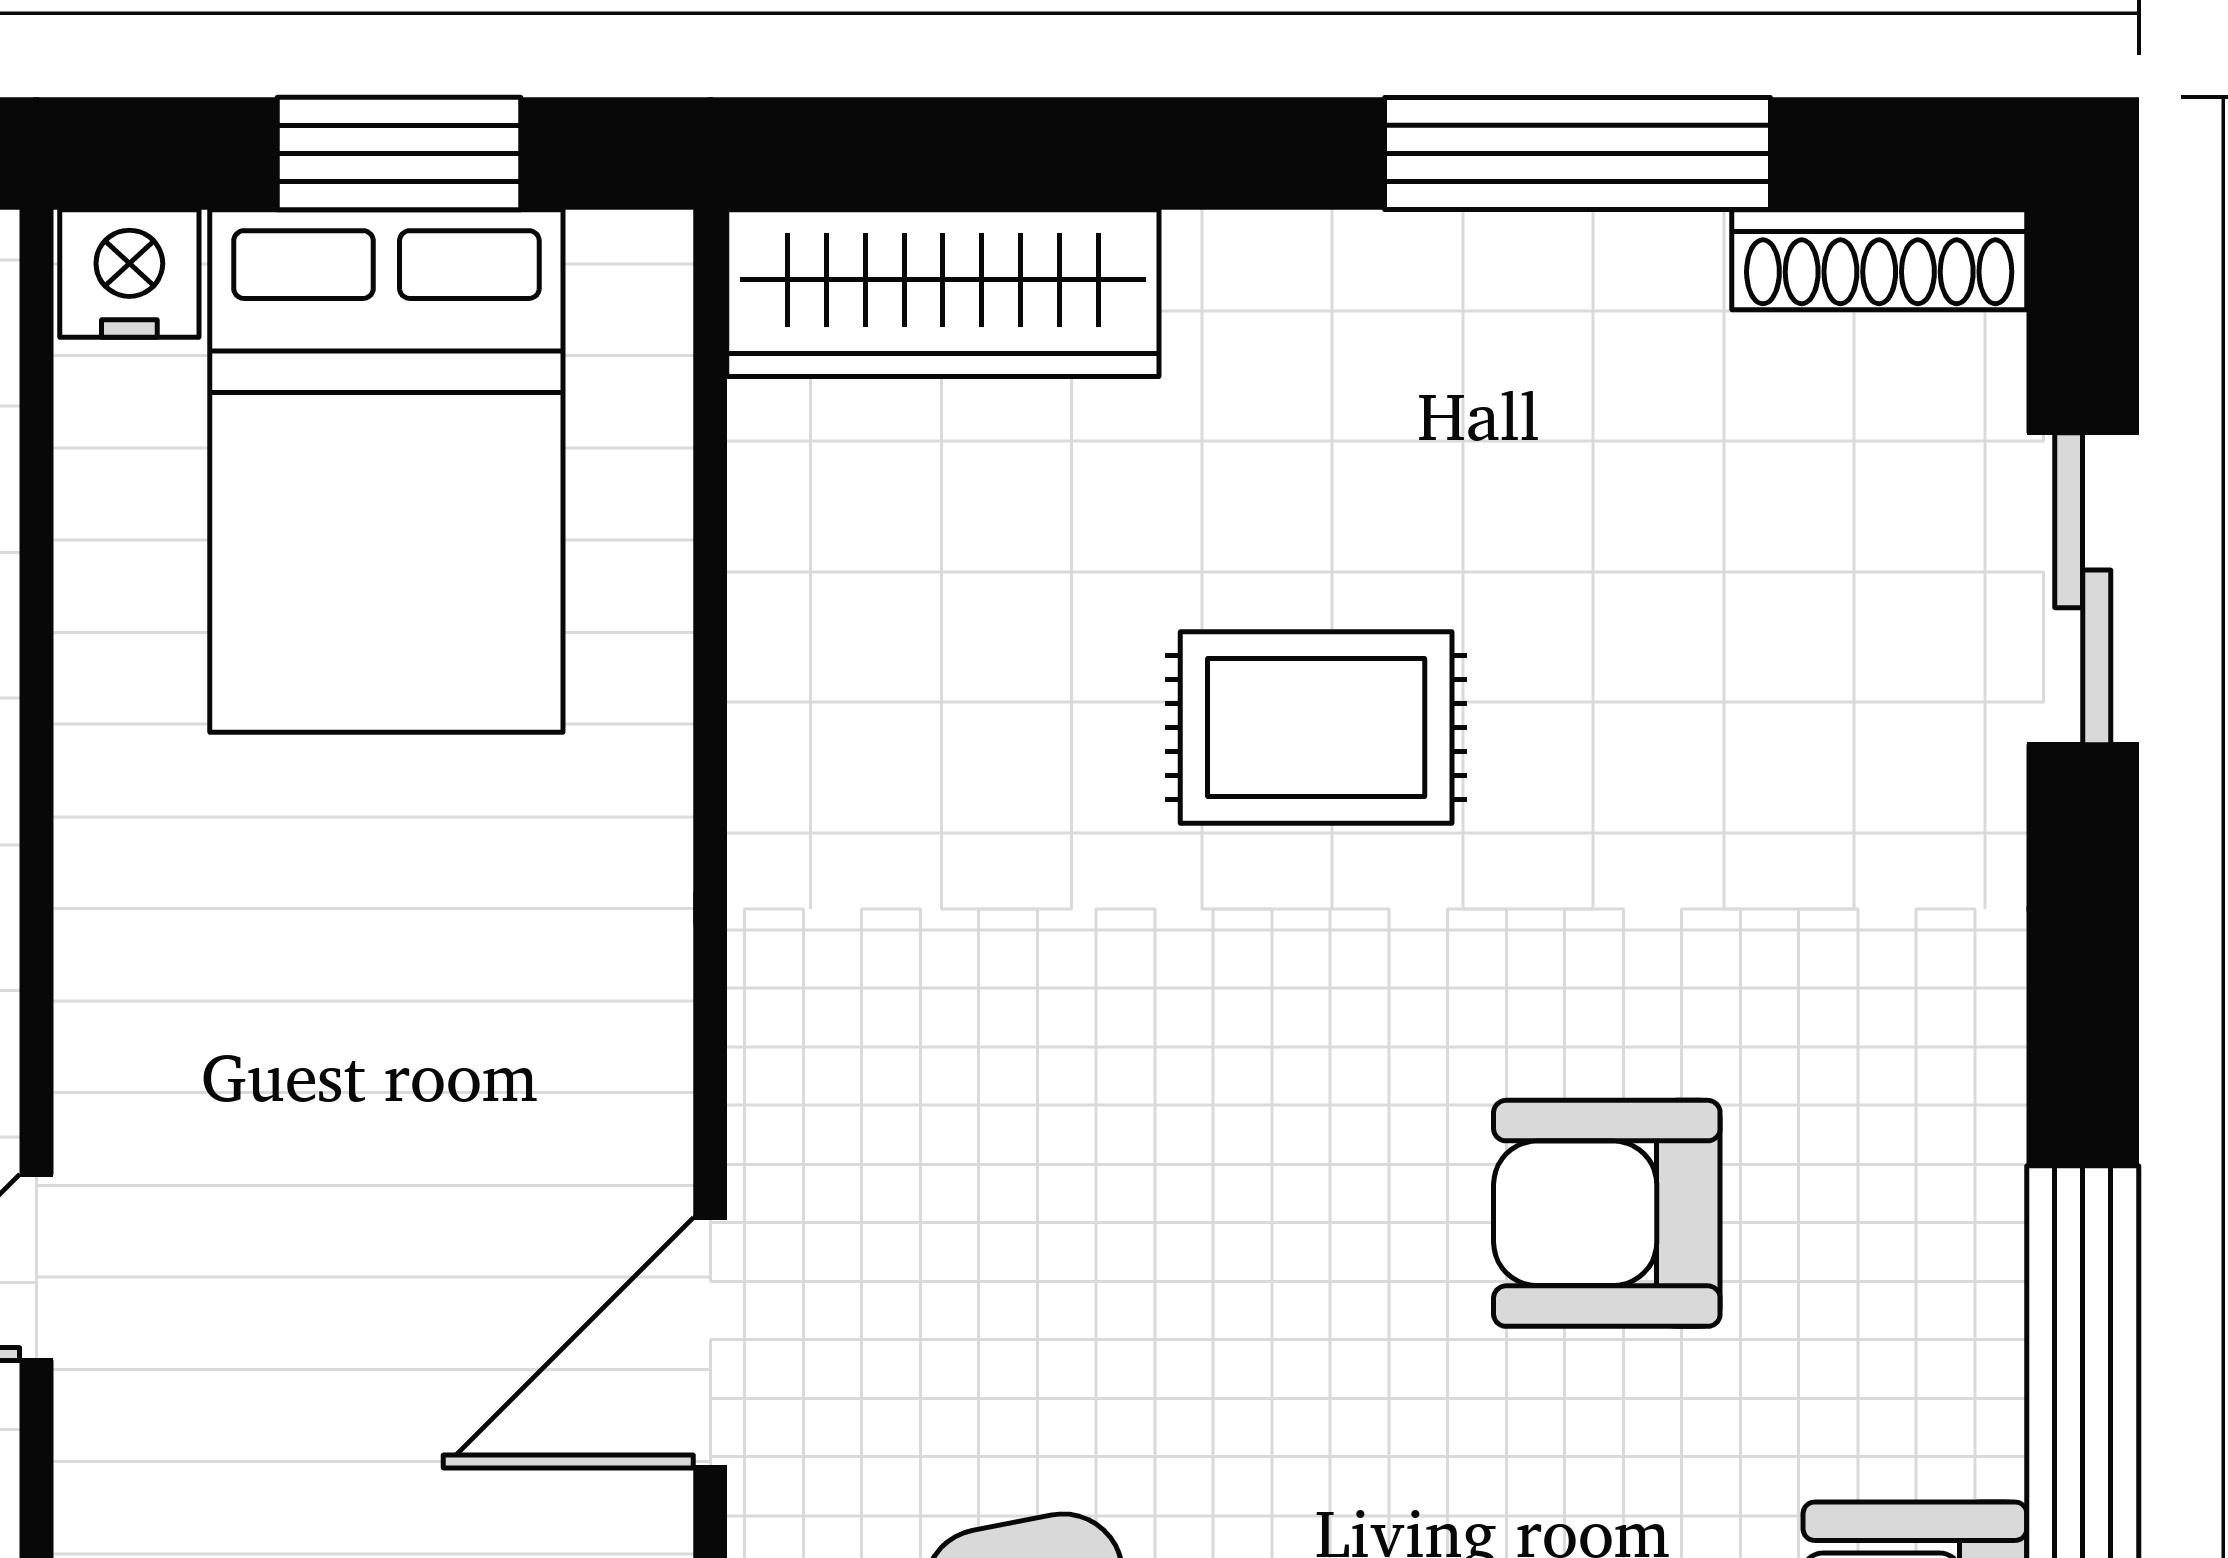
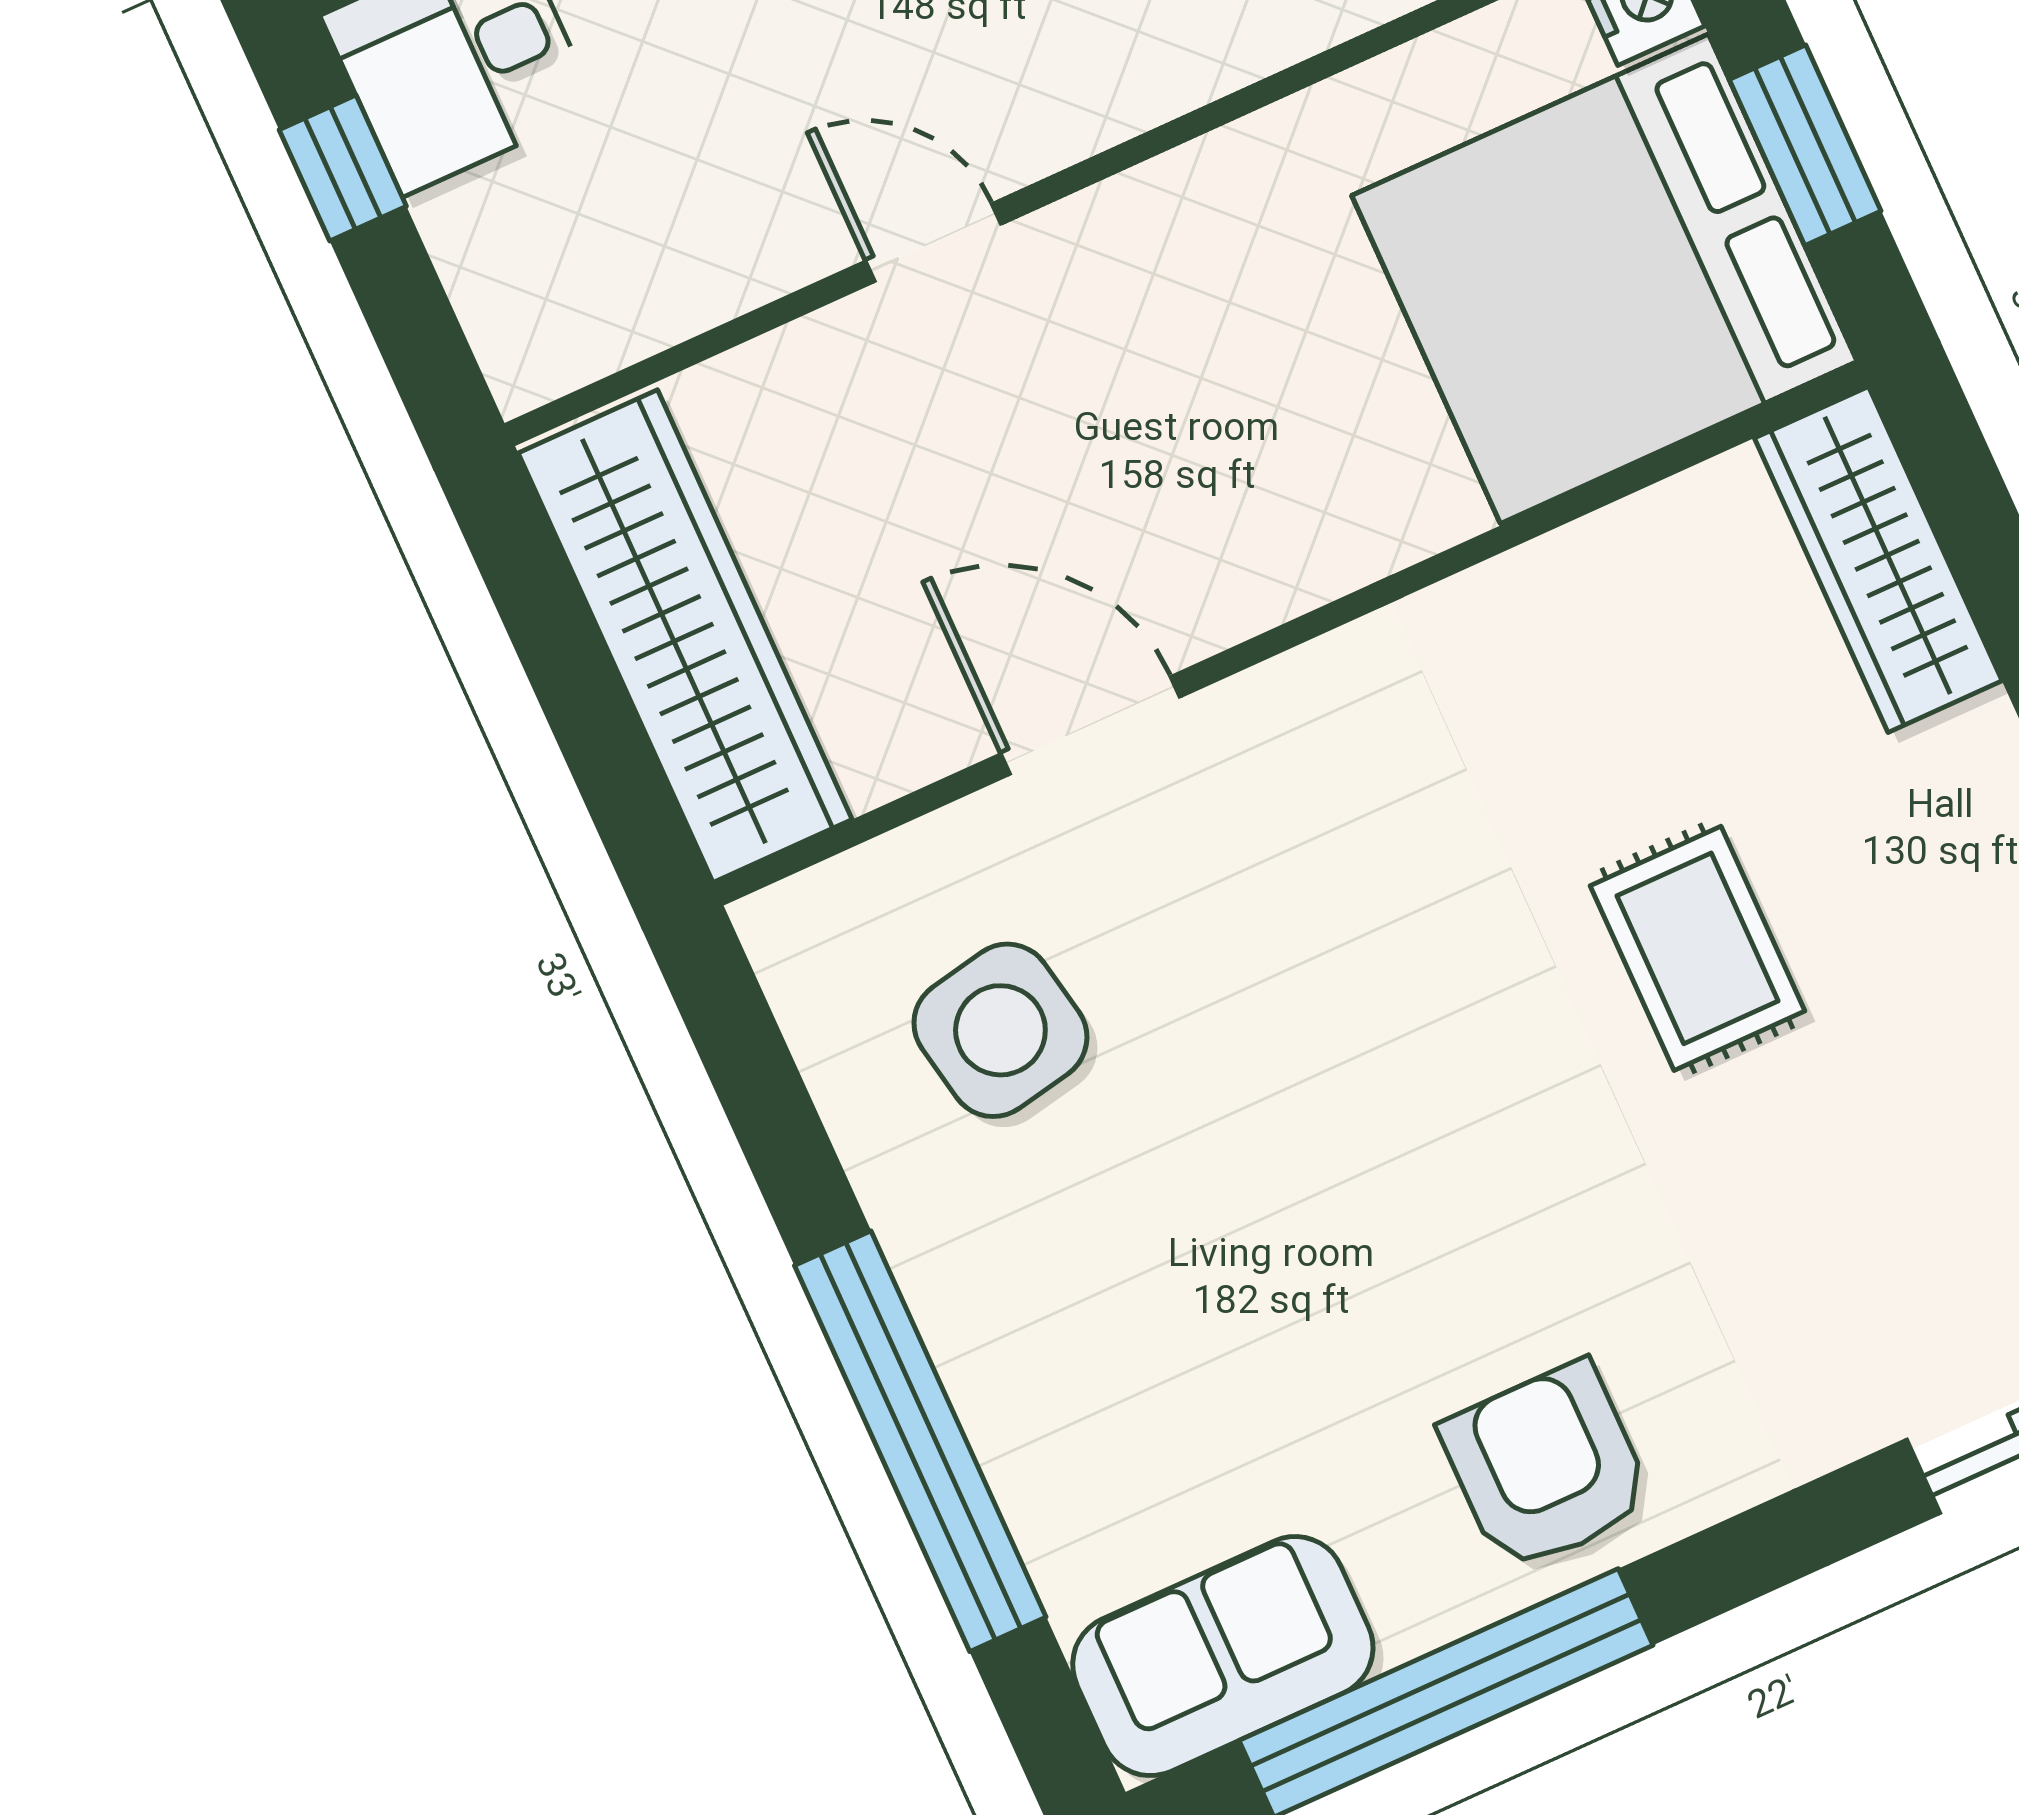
bed: (386, 471) -> (1605, 279), width x1.36
armchair: (1607, 1213) -> (1547, 1467), moved

